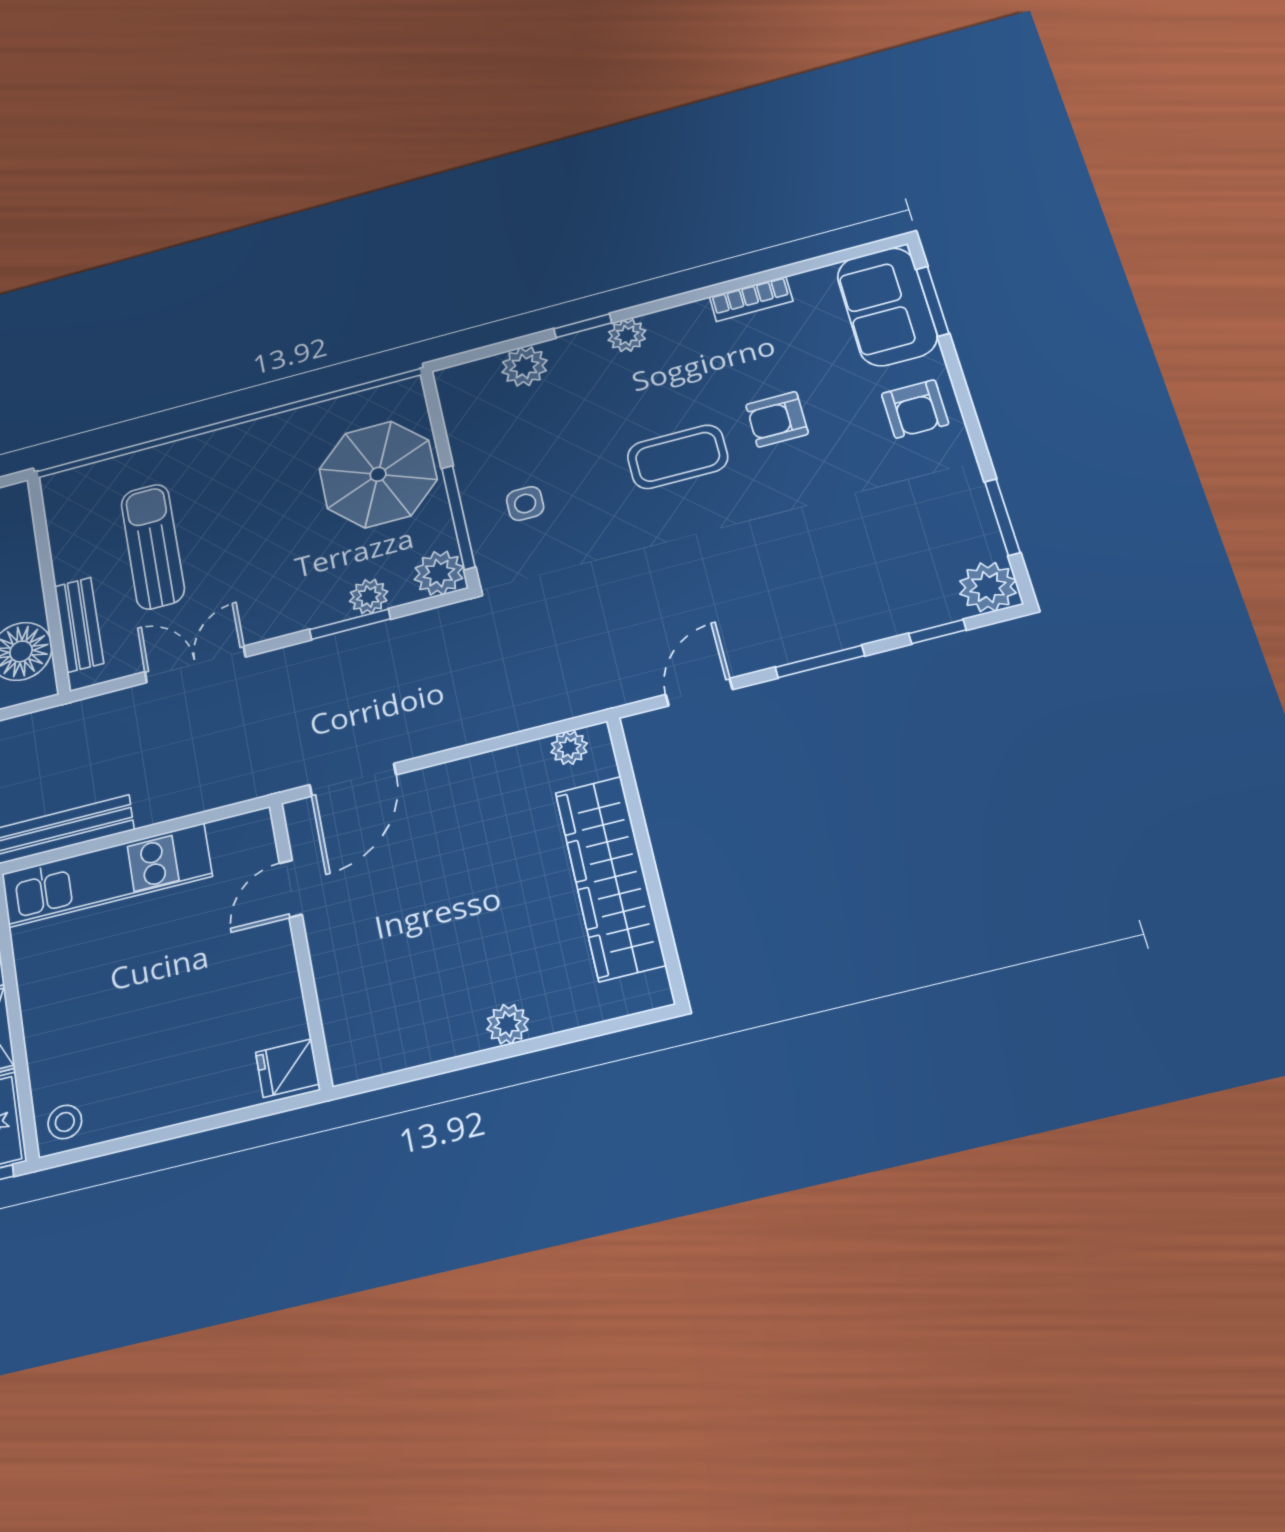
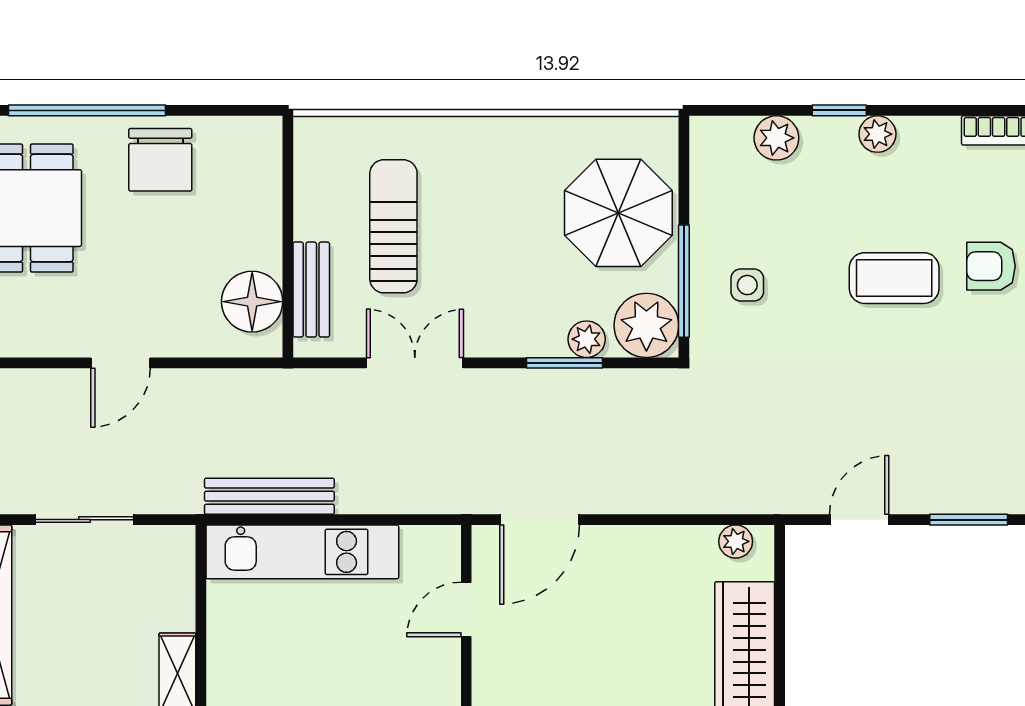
plant: (439, 573) -> (646, 325), width x1.36, depth x1.36

